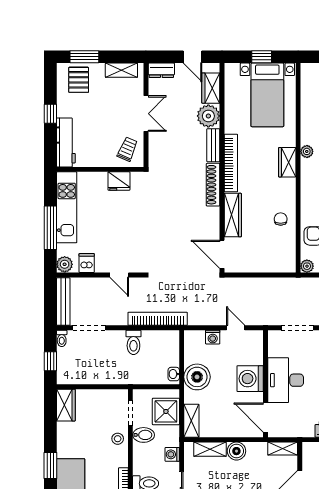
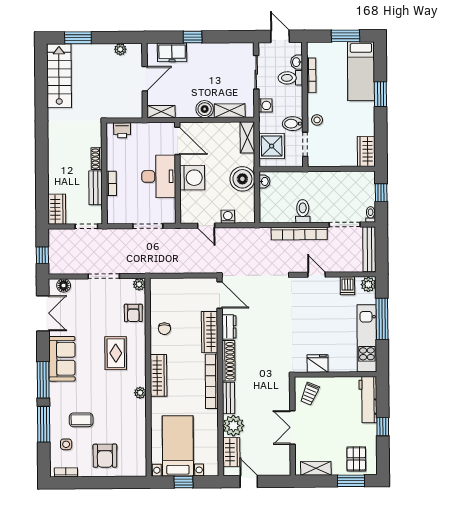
dresser: (161, 70) -> (229, 327), moved, turned 90
wardrobe: (287, 162) -> (158, 375), width x1.50
bookcase: (158, 319) -> (299, 233), moved

